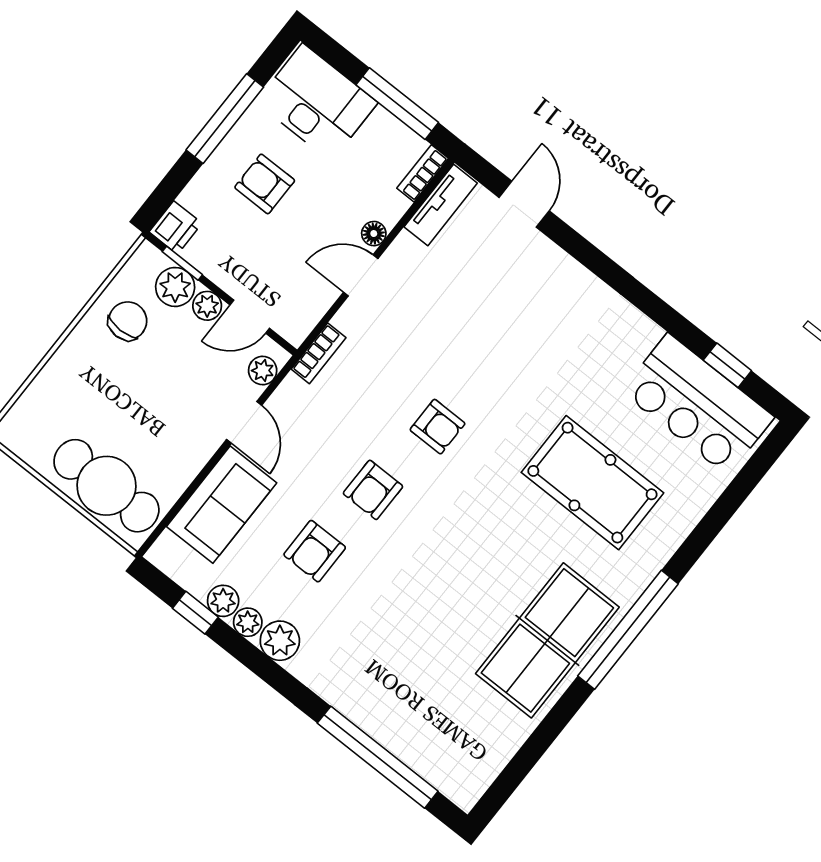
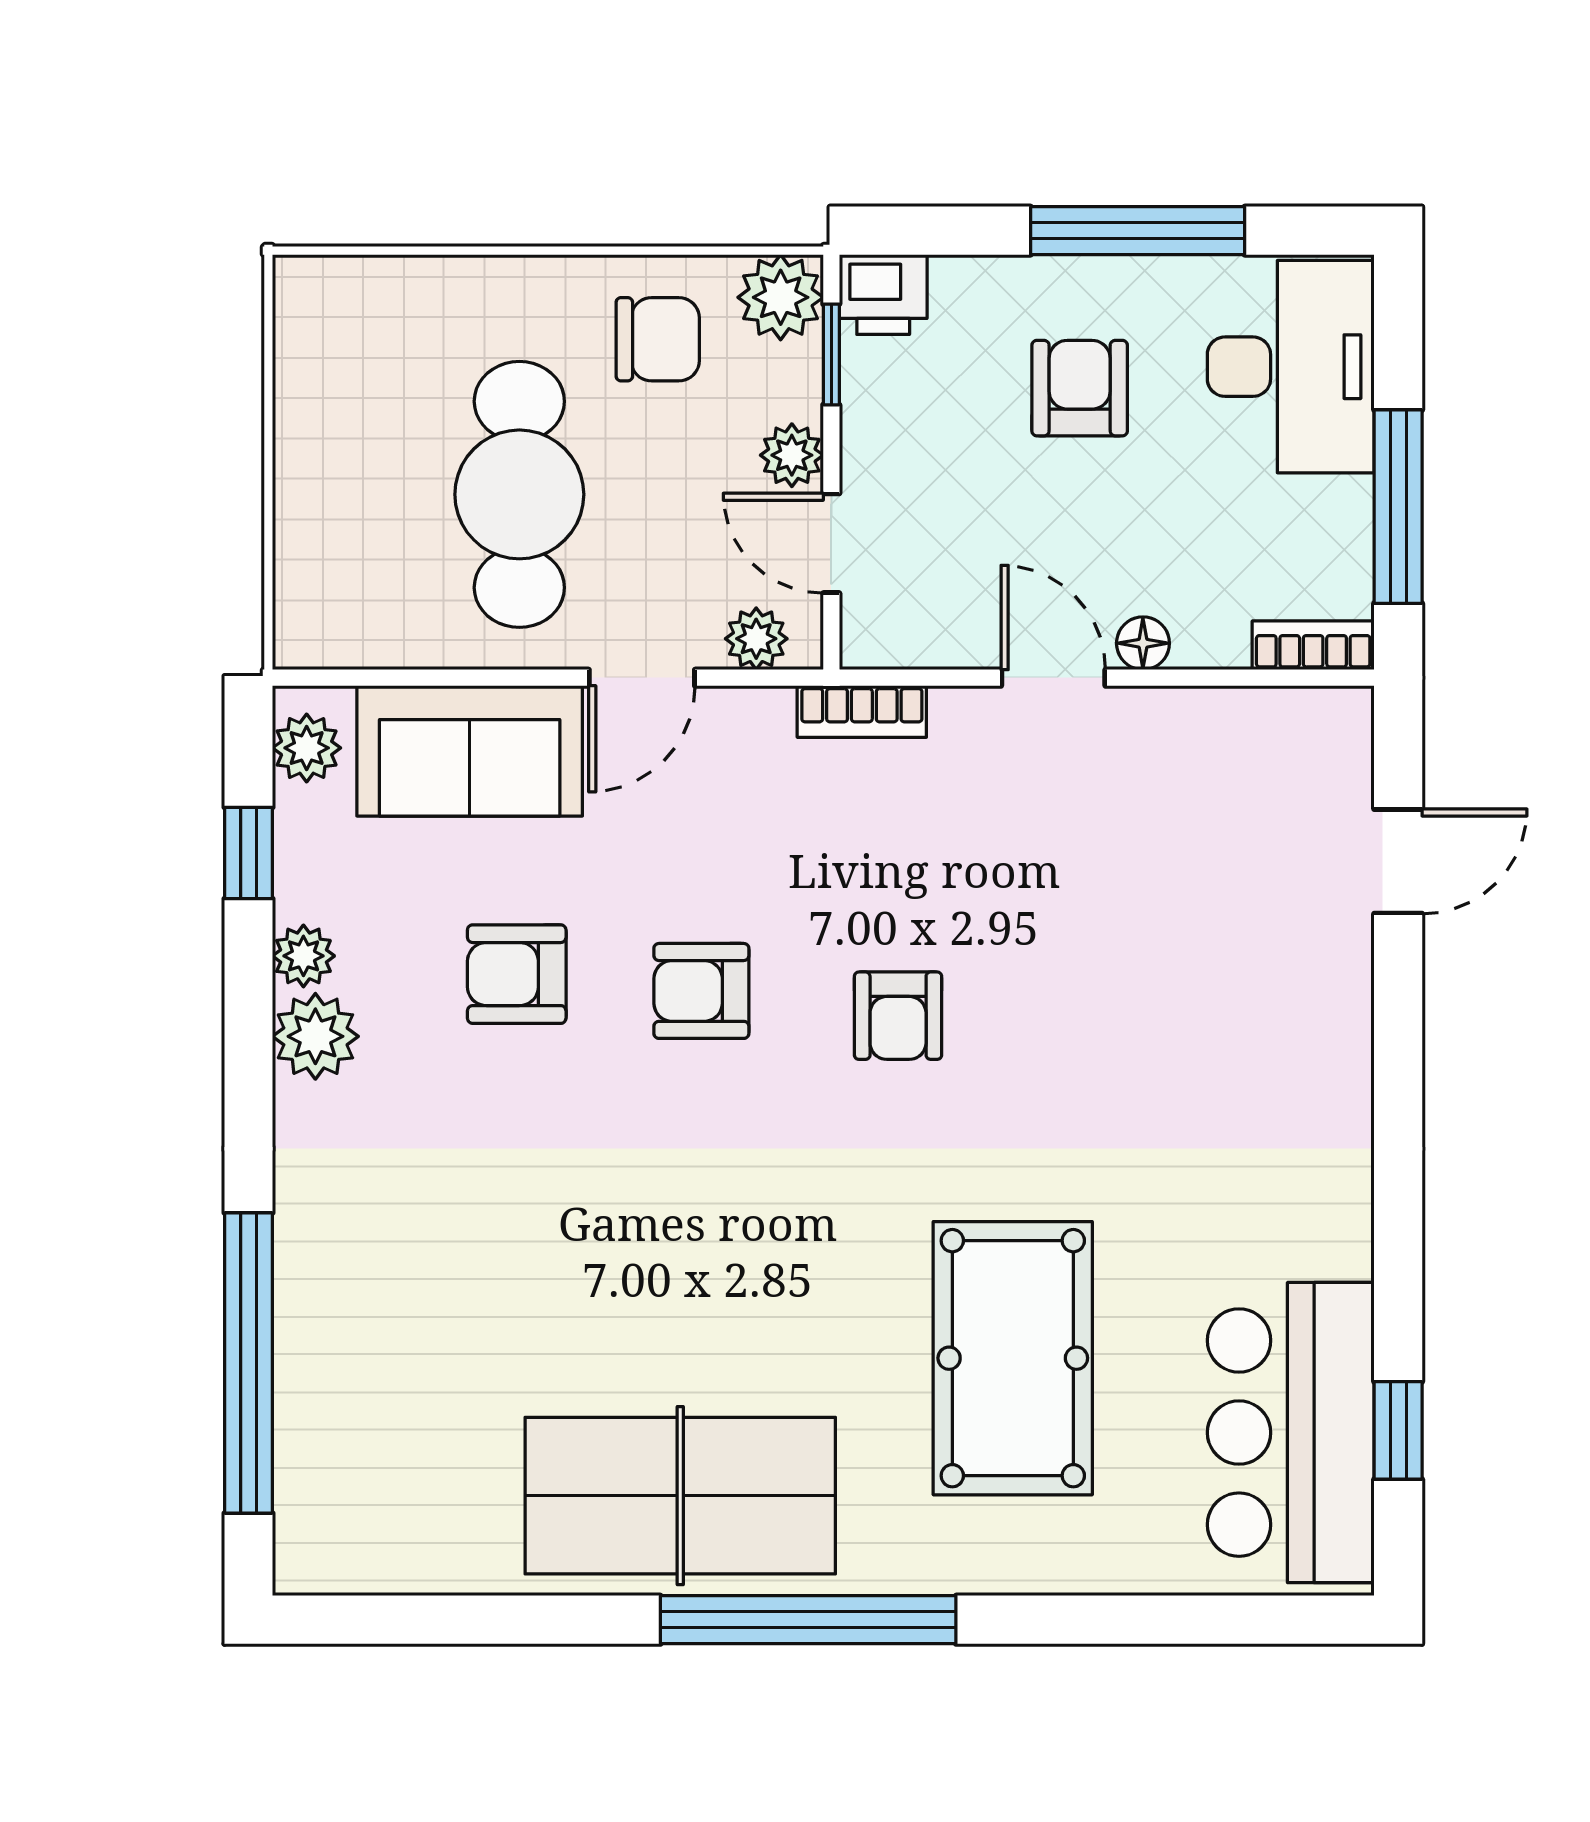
tv unit: (441, 205) -> (1283, 719), removed
plant: (175, 287) -> (781, 297), moved
cafe table: (106, 486) -> (519, 494), moved
plant: (223, 601) -> (307, 748), moved

